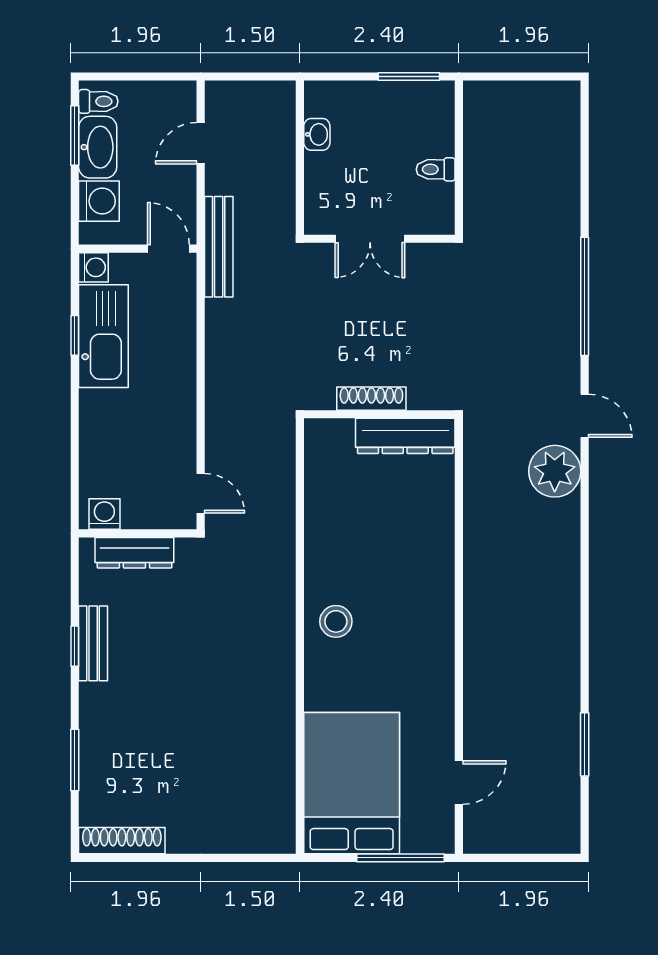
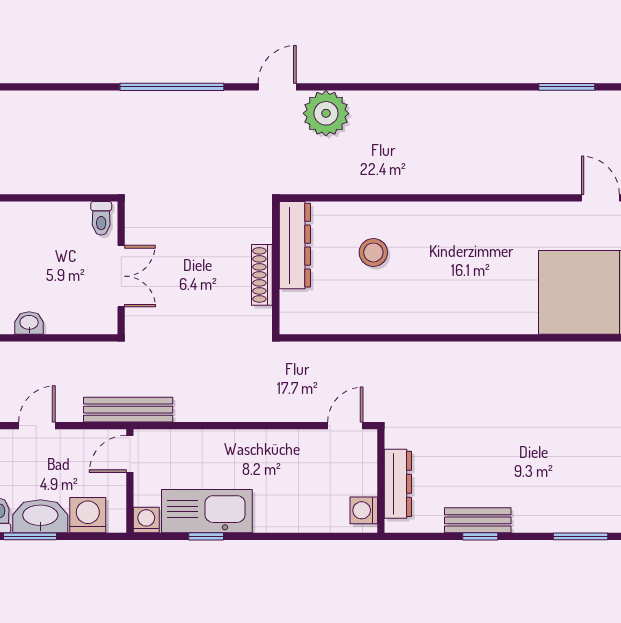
door: (201, 143) -> (37, 426), swing flipped
toilet: (436, 169) -> (101, 218), moved
stool: (336, 621) -> (373, 252), moved

